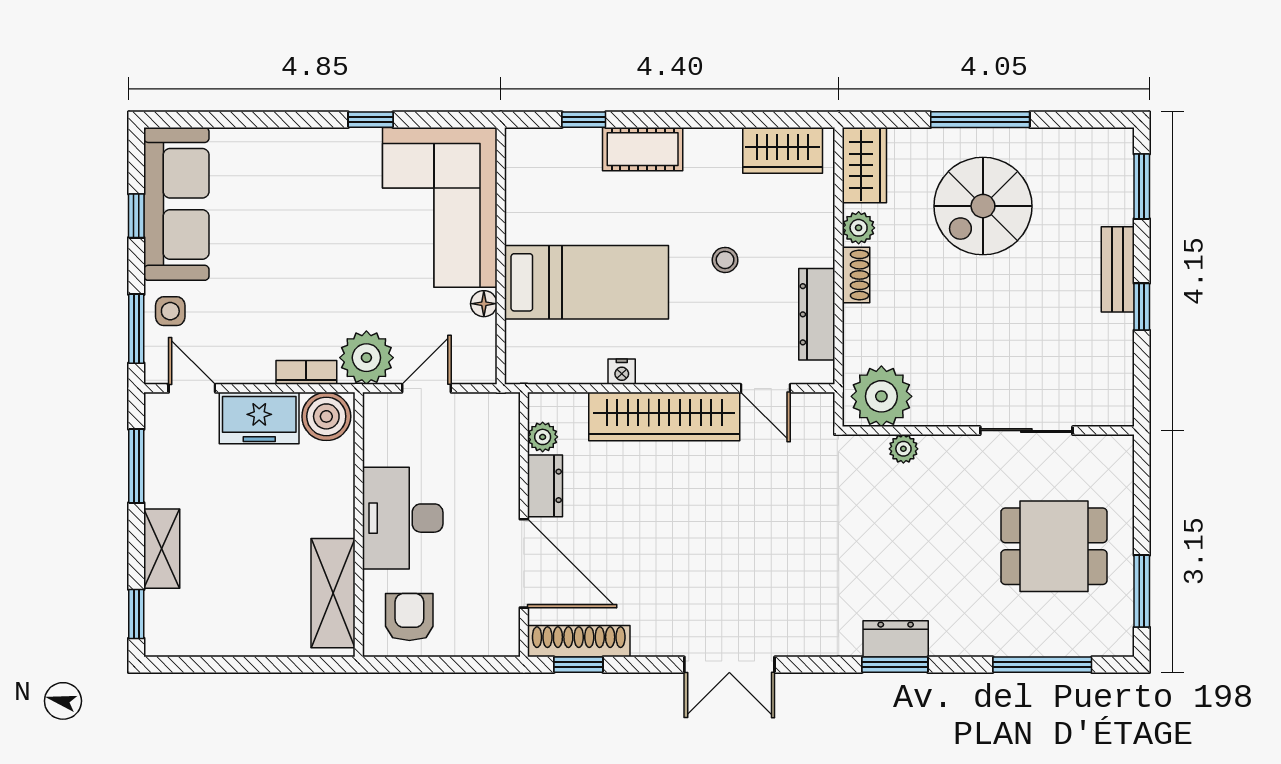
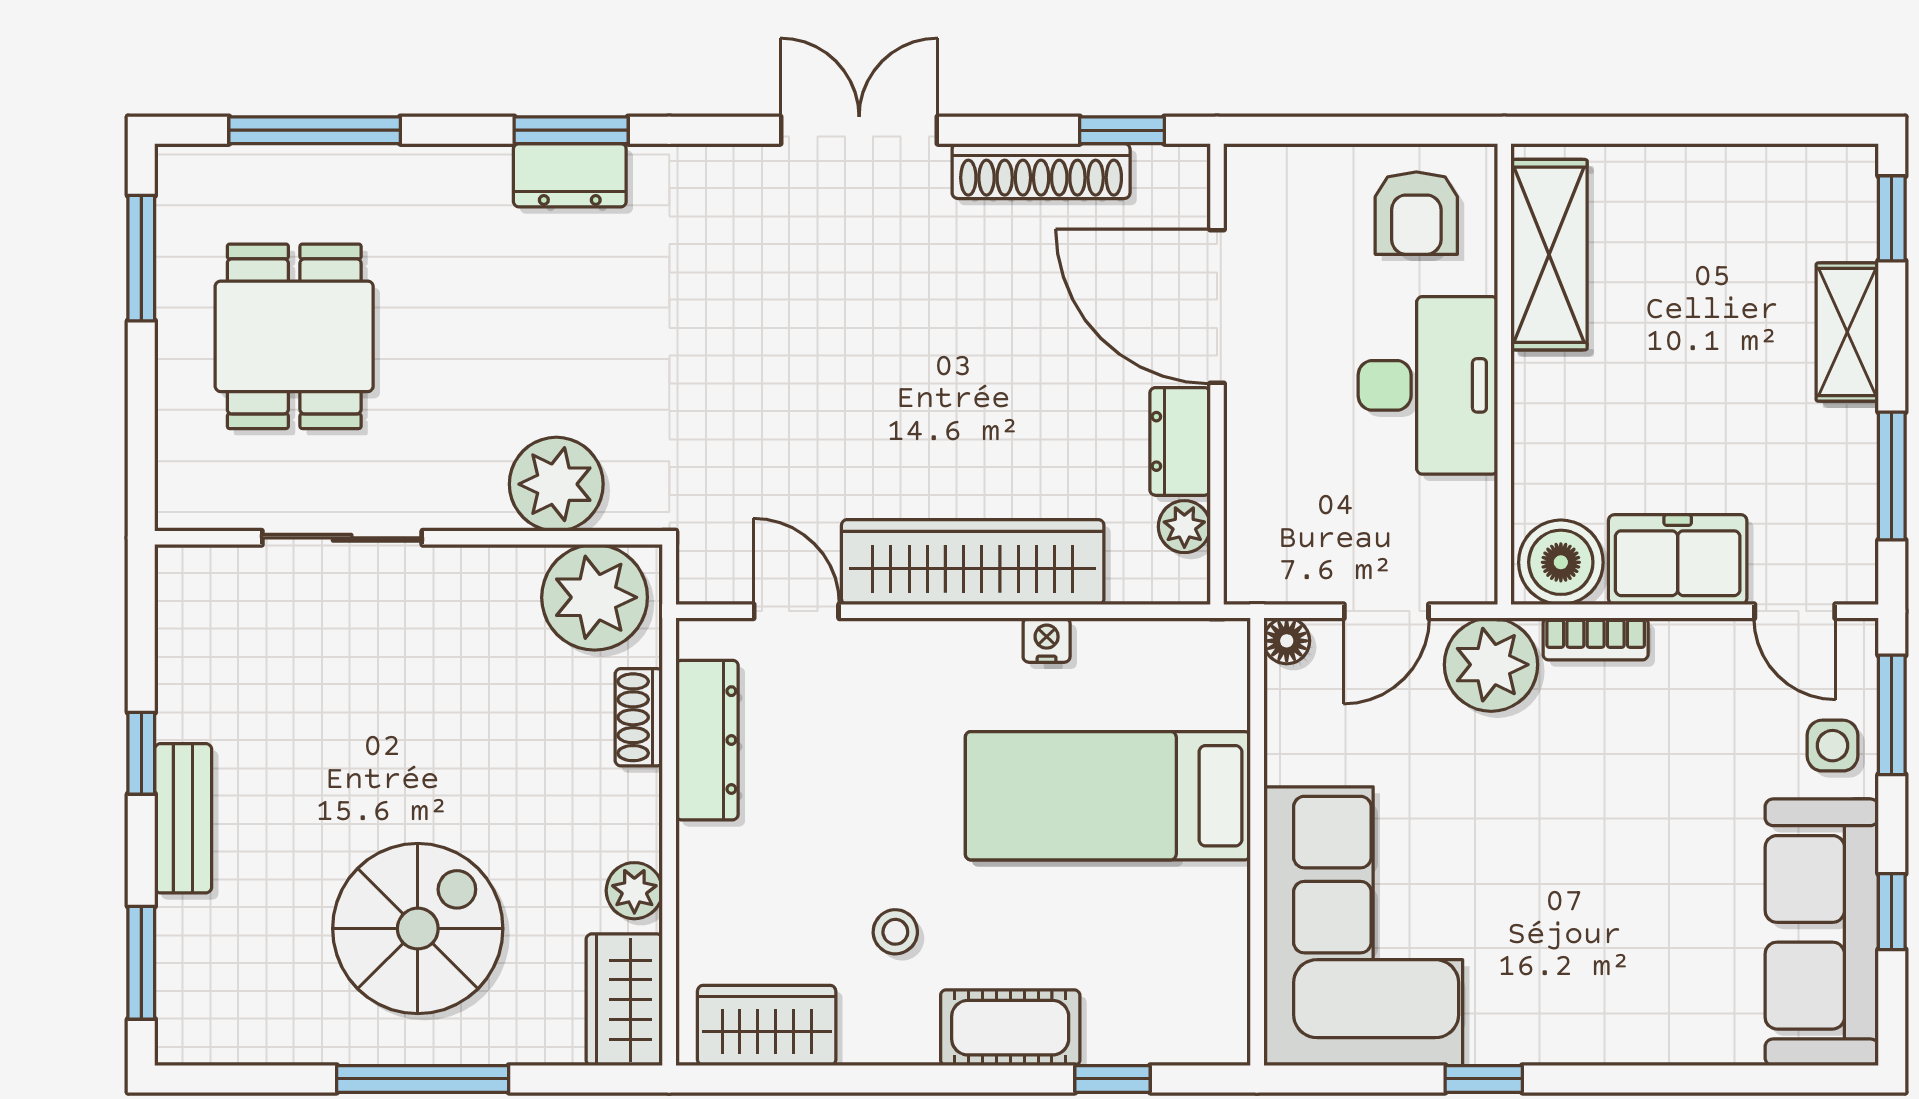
stool: (725, 260) -> (895, 932), moved
shoe rack: (856, 275) -> (639, 717), moved
floor lamp: (484, 304) -> (1287, 641), moved
plant: (903, 449) -> (556, 484), width x1.87, depth x1.87
dining table: (1054, 546) -> (294, 336), turned 90
shoe rack: (579, 641) -> (1041, 171), moved

